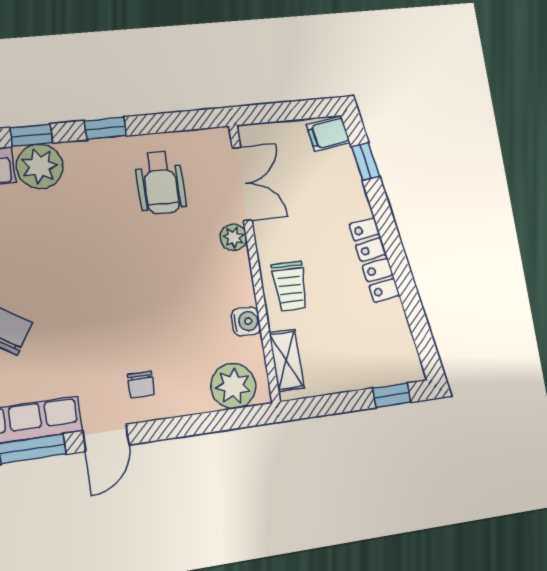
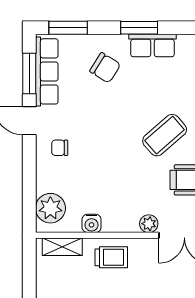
coffee table: (100, 229) -> (165, 135), added
trolley: (290, 286) -> (111, 257), turned 180

